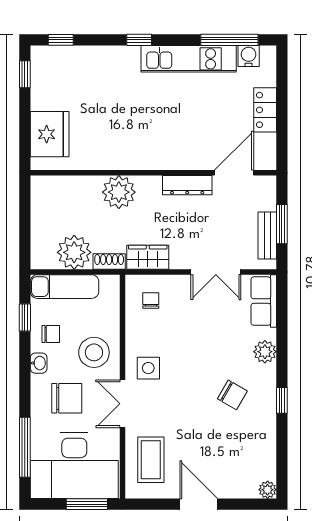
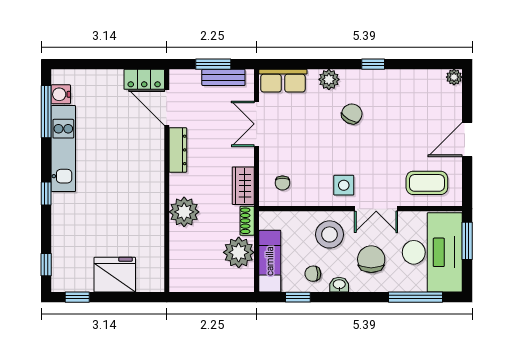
locker: (265, 110) -> (144, 79), moved
fridge: (50, 134) -> (115, 275), moved
double door: (216, 272) -> (257, 124), swing flipped
chair: (151, 301) -> (282, 183), turned -90
chair: (51, 334) -> (313, 274), turned -92
chair: (232, 395) -> (352, 114), moved

